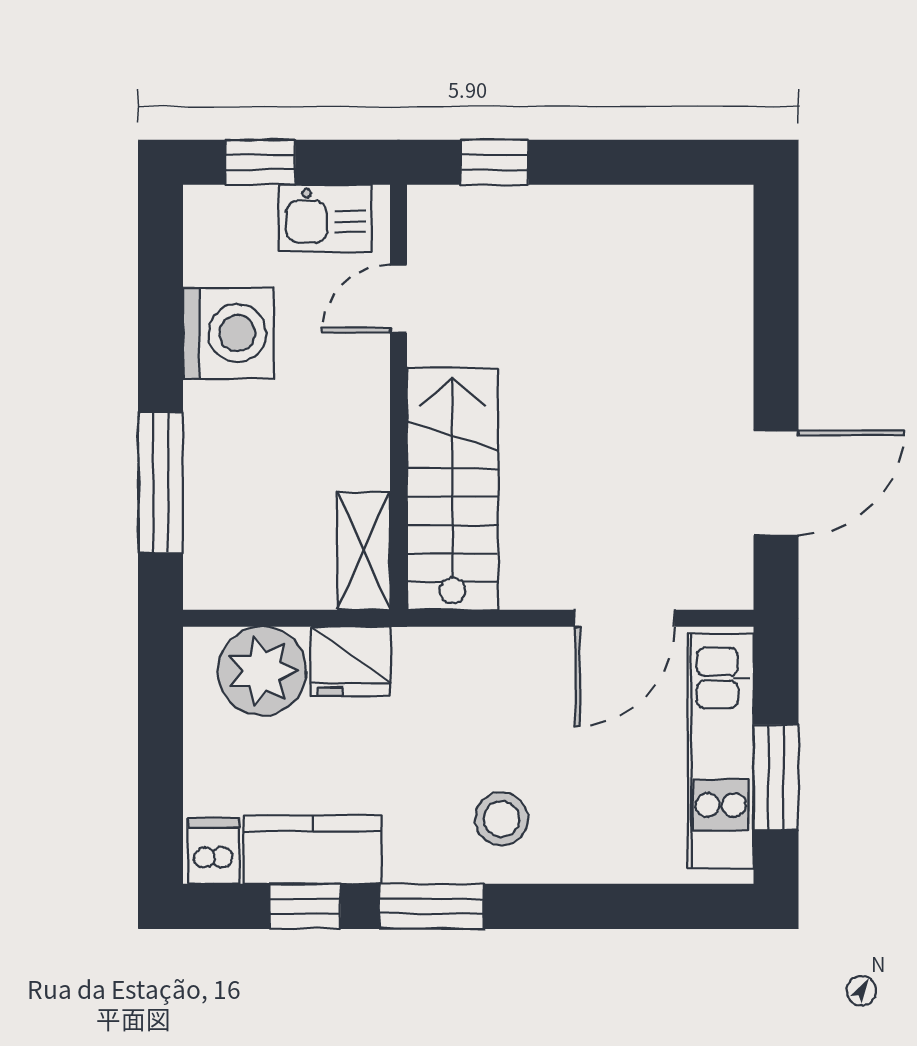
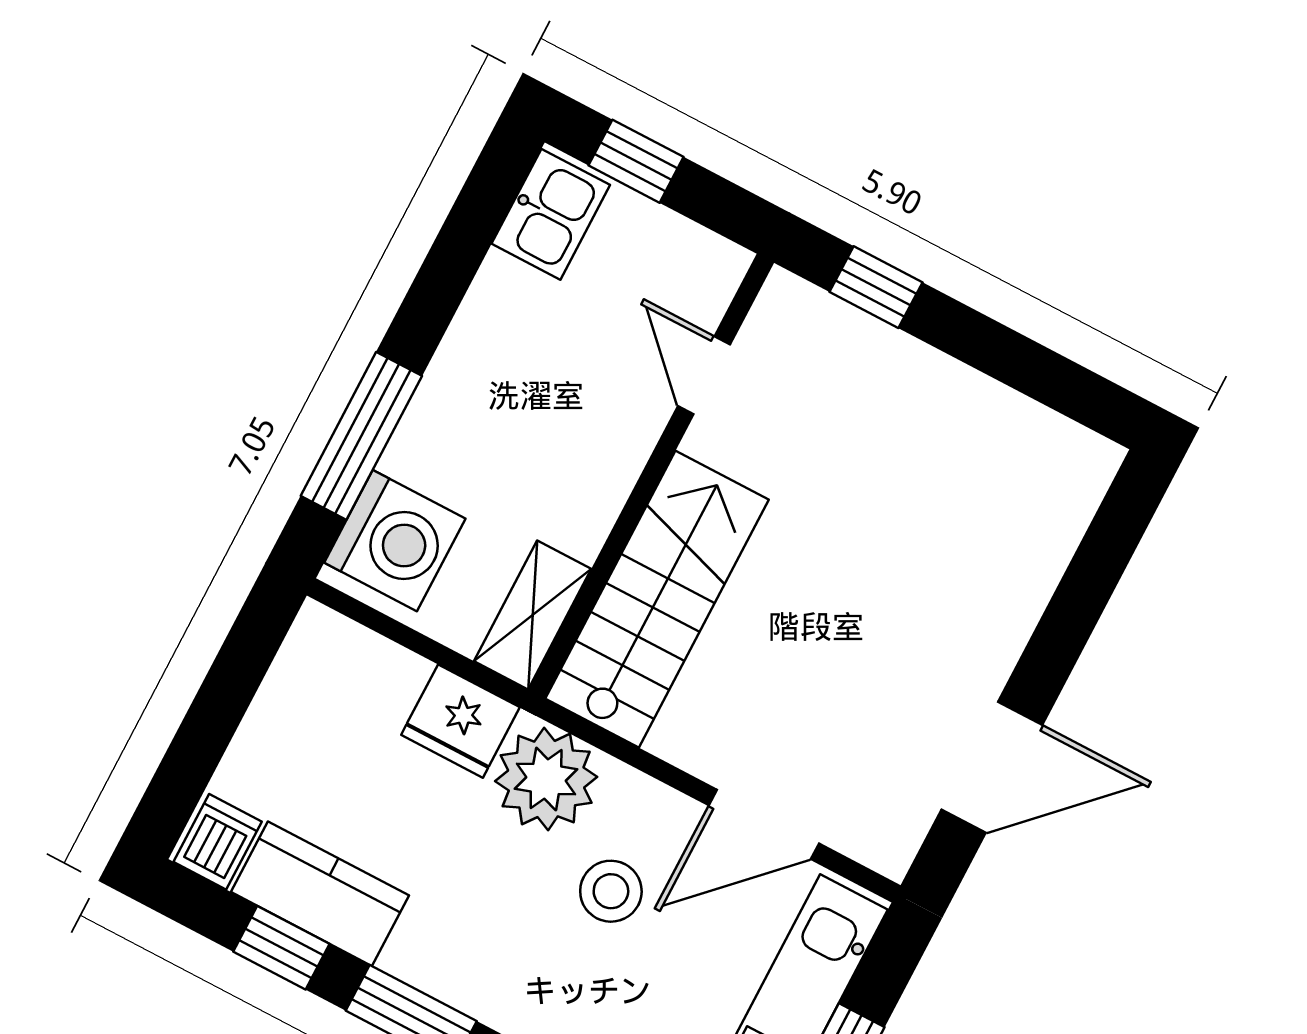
kitchen sink: (325, 218) -> (551, 214), moved, turned -90
door: (398, 299) -> (704, 375), hinge flipped
washing machine: (228, 333) -> (395, 541), moved
plant: (262, 671) -> (546, 779), moved
stool: (501, 819) -> (611, 891), moved

